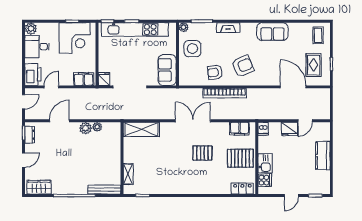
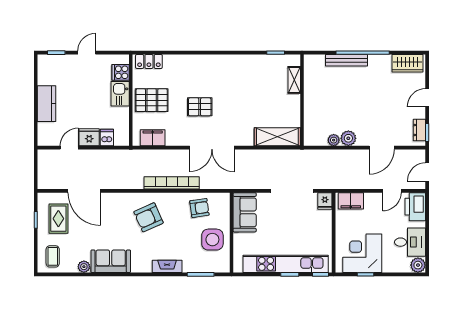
plant: (183, 27) -> (84, 267), moved
armchair: (215, 72) -> (199, 208), moved
dishwasher: (263, 129) -> (107, 138), moved
bench: (104, 190) -> (347, 60), moved

